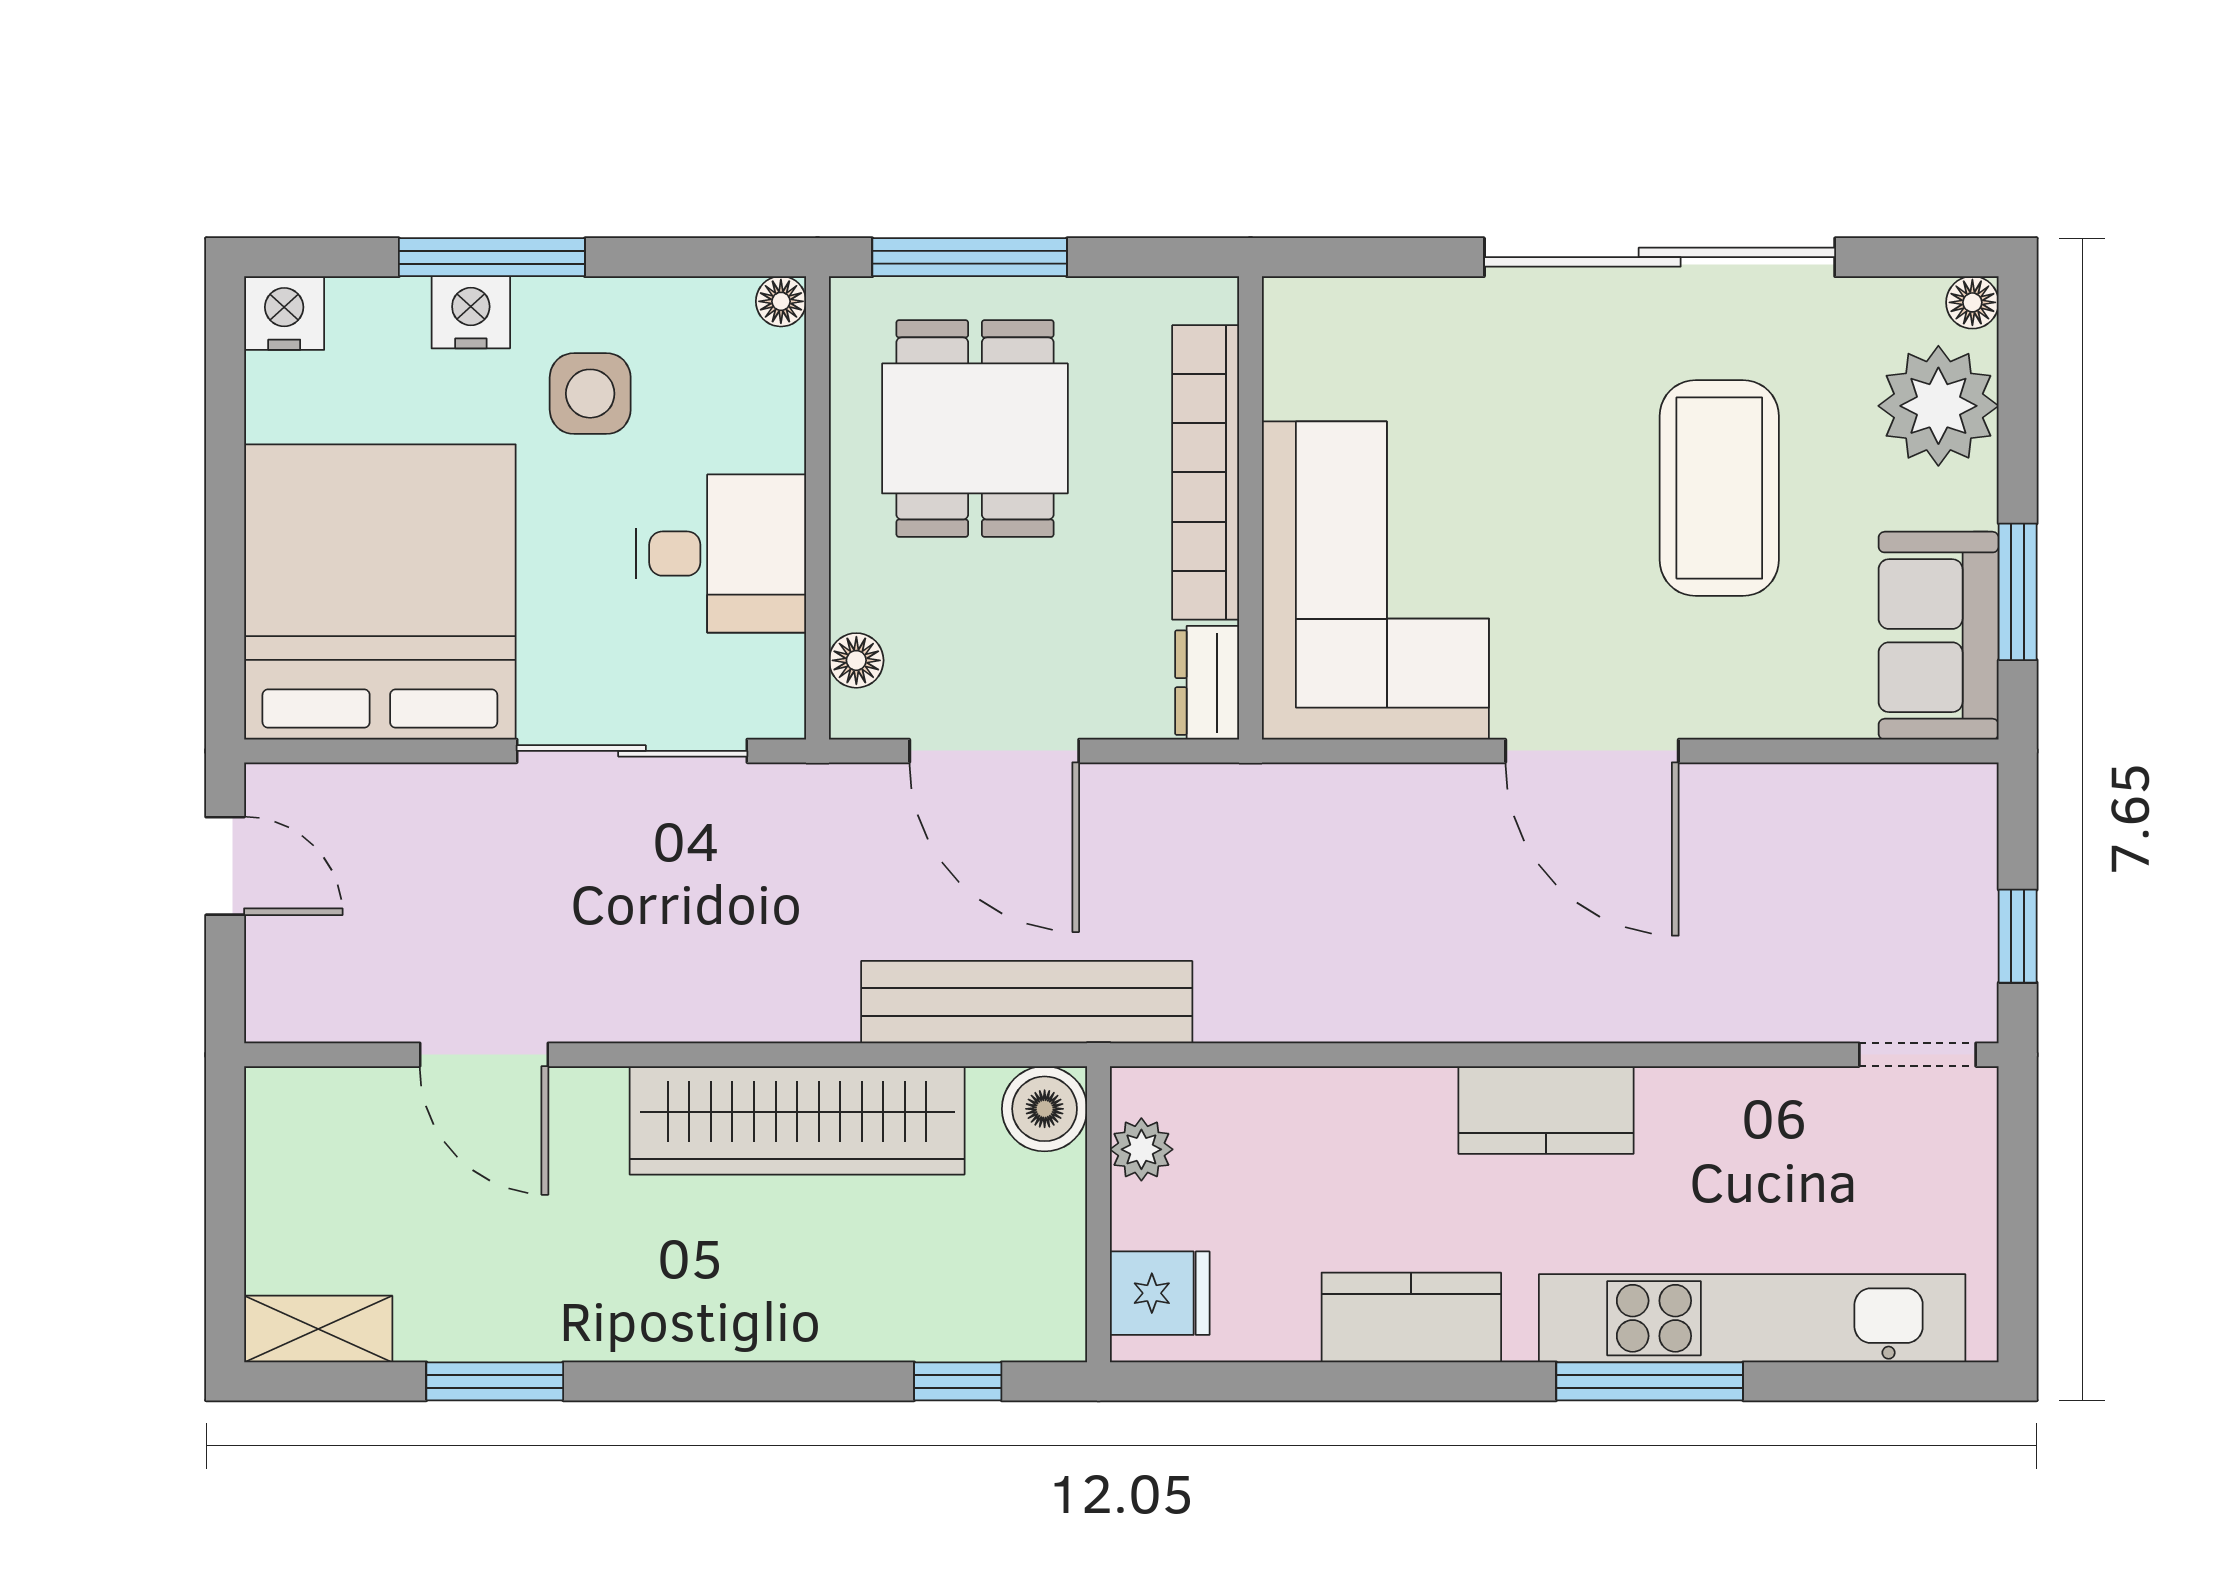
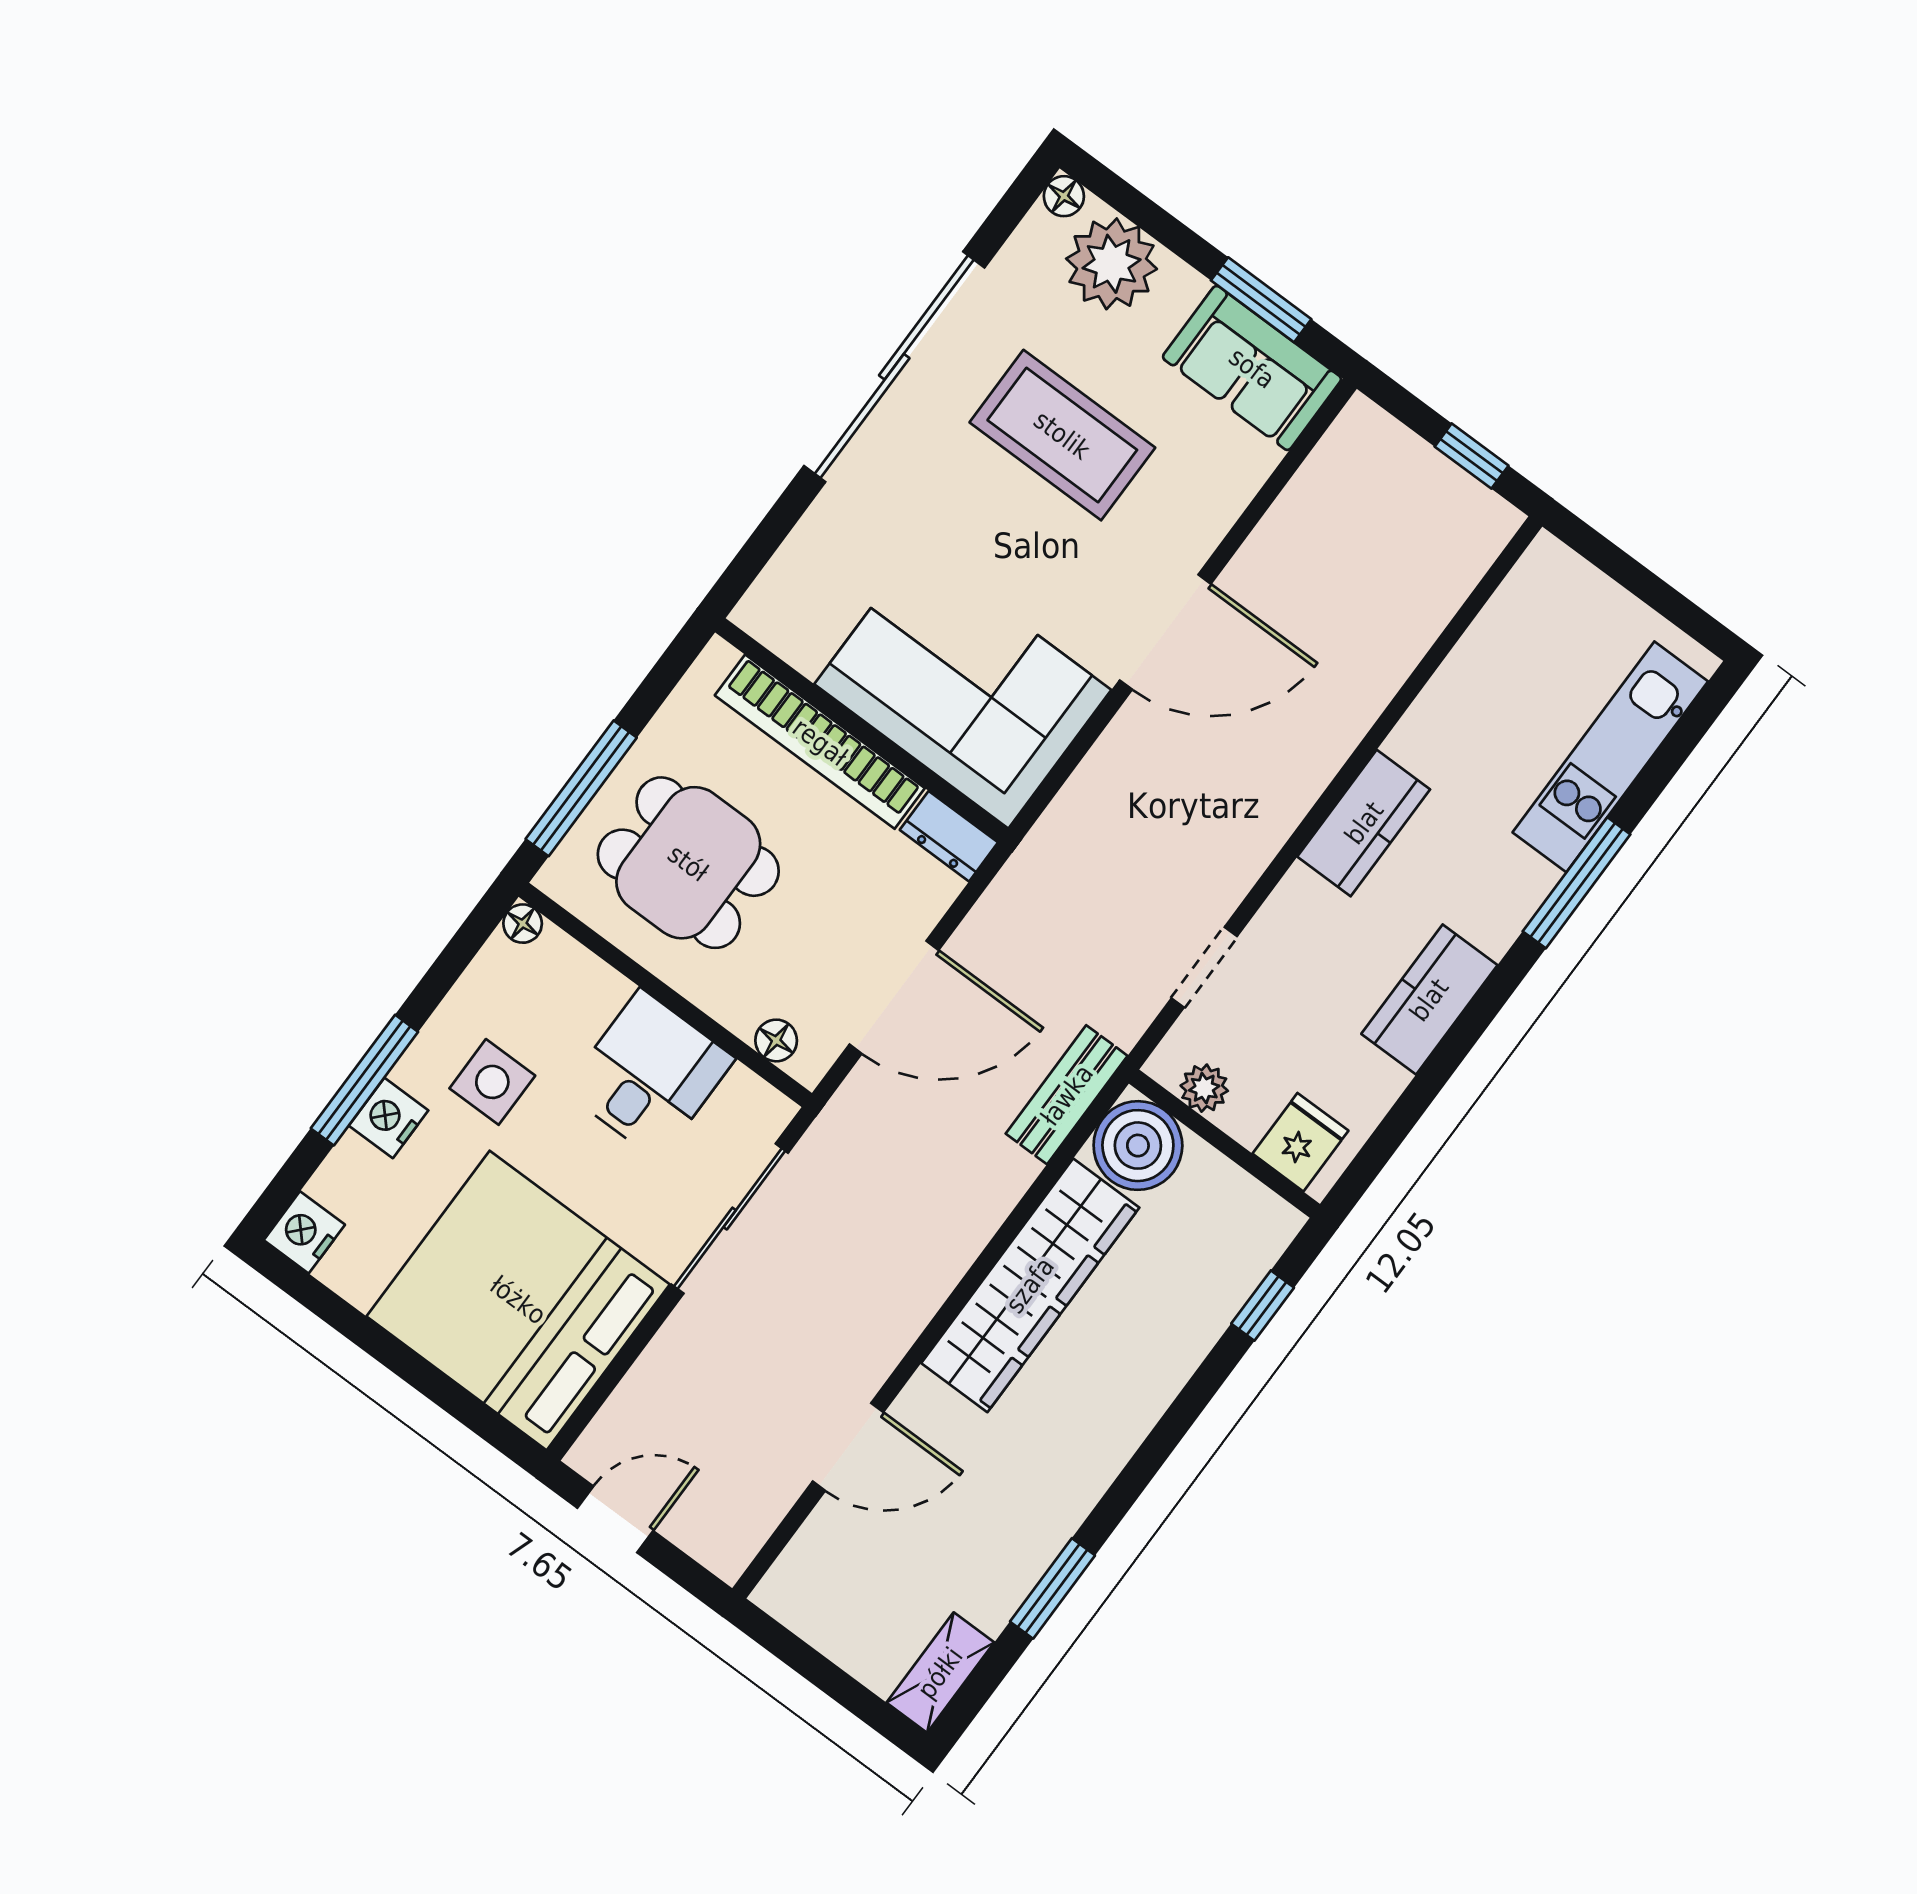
bench: (1027, 1002) -> (1067, 1095), width x0.54, depth x0.82
doorway: (1917, 1055) -> (1204, 967), moved
boiler: (1045, 1109) -> (1138, 1146), width x1.37, depth x1.37
kitchen unit: (1752, 1318) -> (1610, 757), width x0.73

